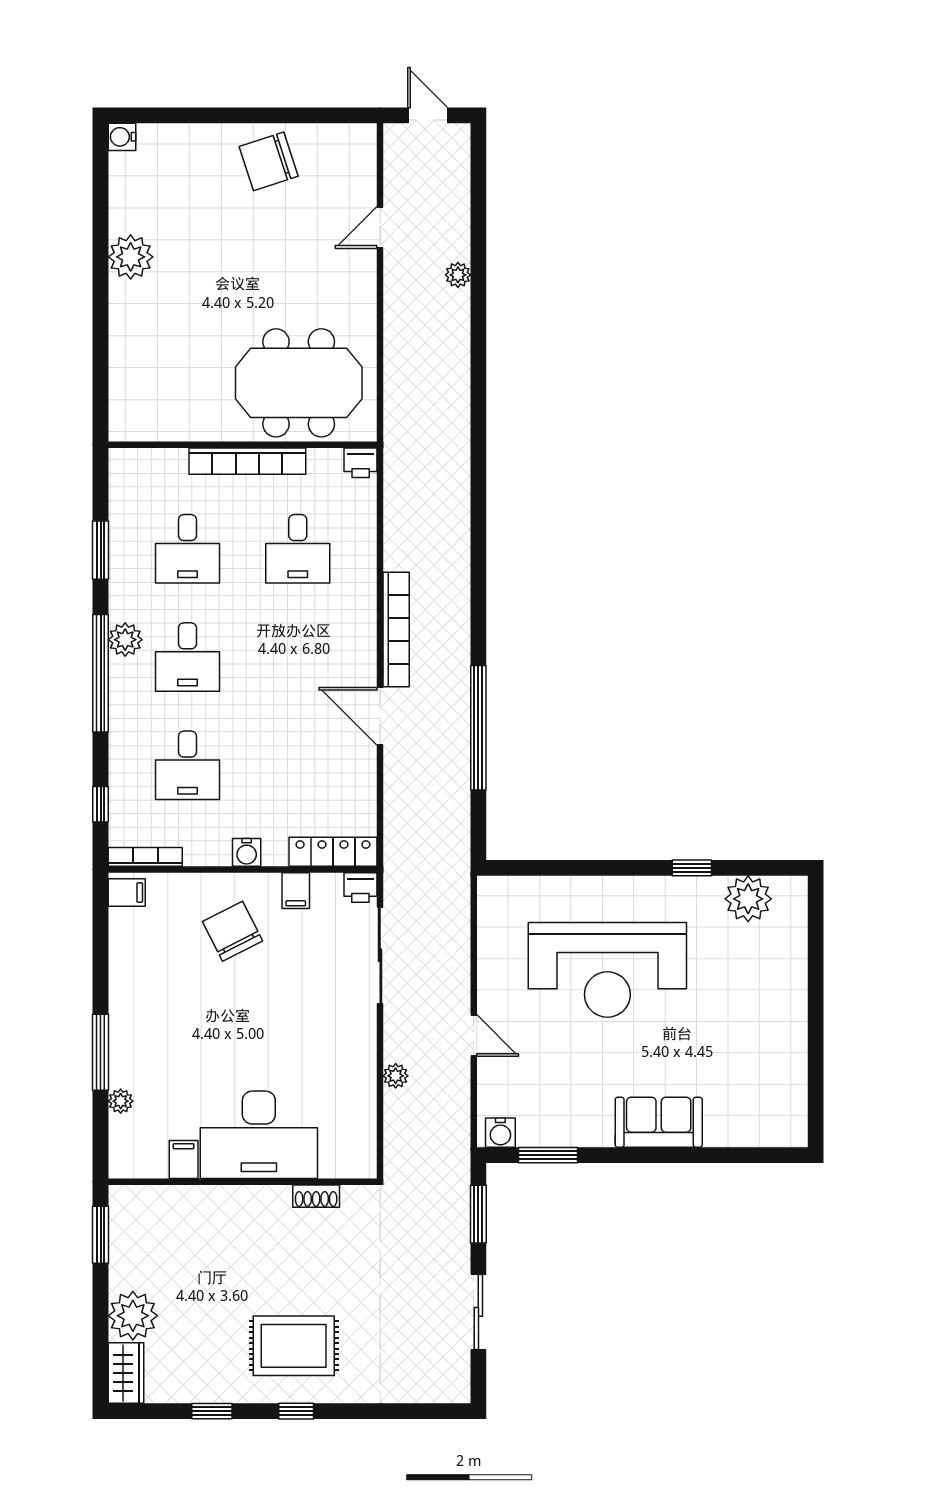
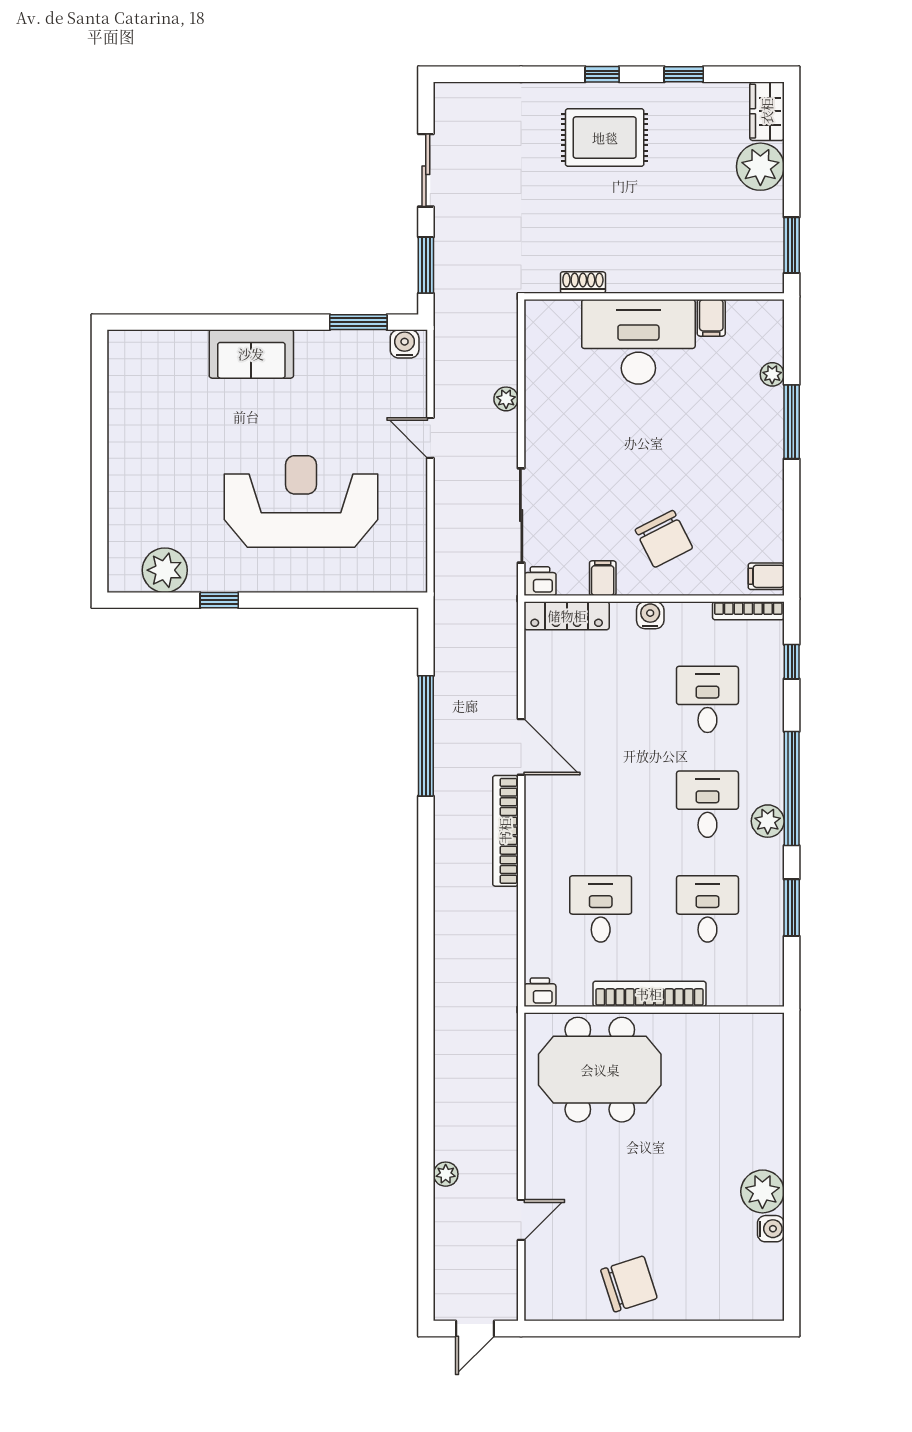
door: (428, 115) -> (475, 1329), hinge flipped
water cooler: (122, 137) -> (771, 1229), moved

